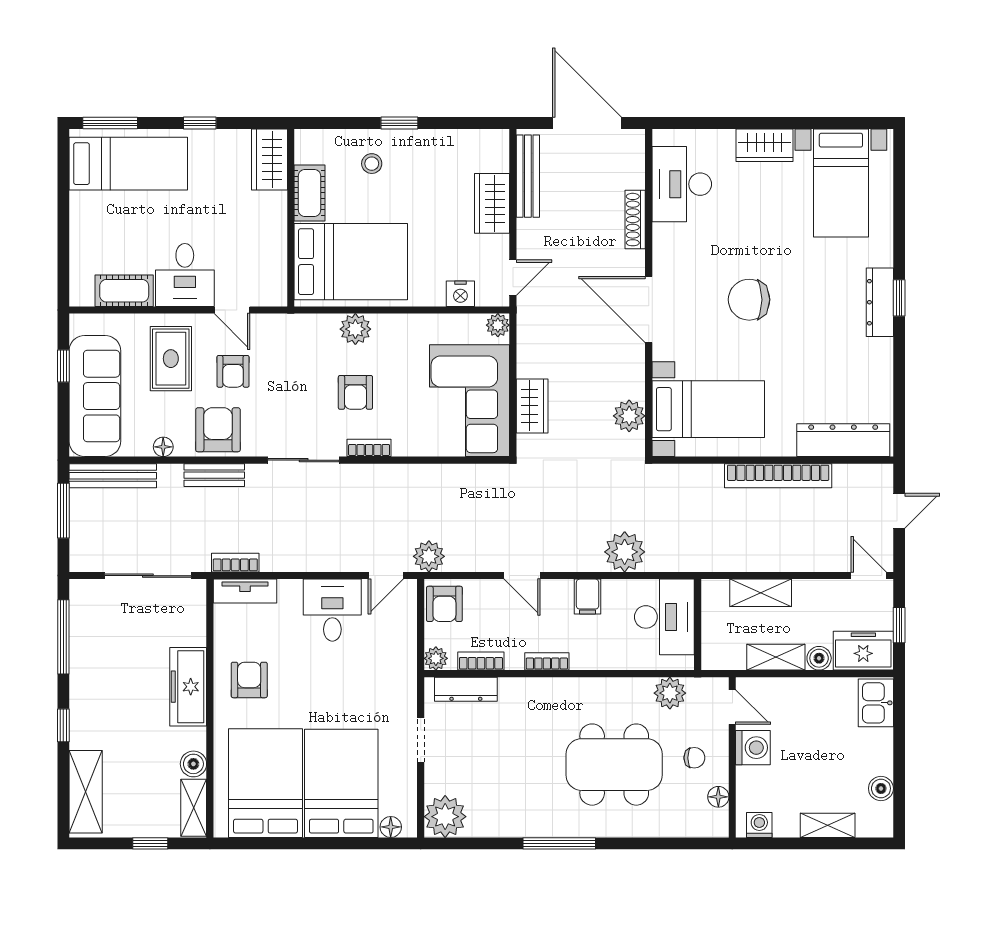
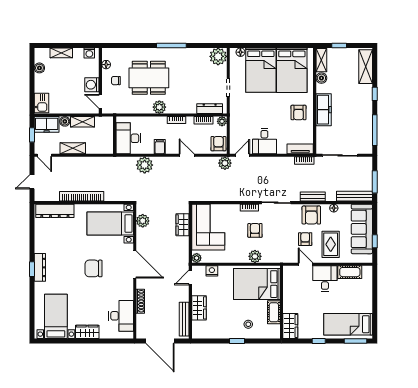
chair: (749, 300) -> (94, 268), turned 180
shelving: (761, 593) -> (73, 148), moved
plant: (670, 693) -> (159, 107), moved

